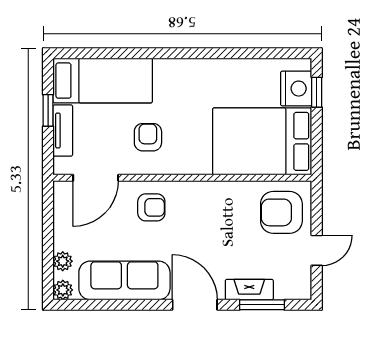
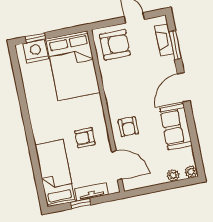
armchair: (151, 207) -> (128, 127), turned 180
armchair: (281, 212) -> (115, 45), turned -90
sofa: (124, 280) -> (176, 127), width x0.73
fireplace: (249, 290) -> (164, 40), moved

